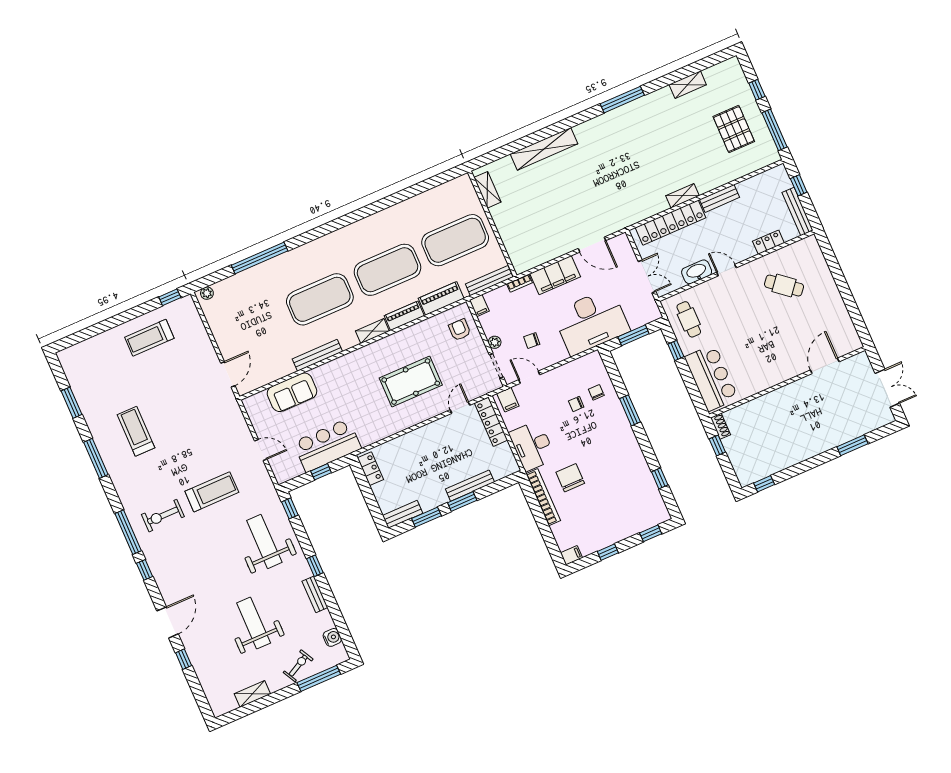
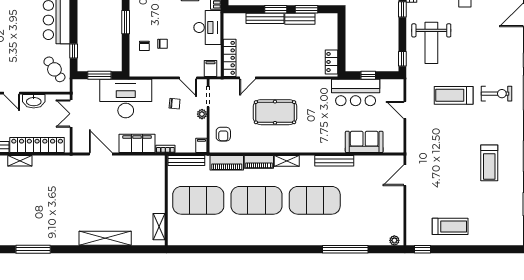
cafe table: (689, 319) -> (54, 69), turned -36
bench: (403, 514) -> (300, 19), moved

